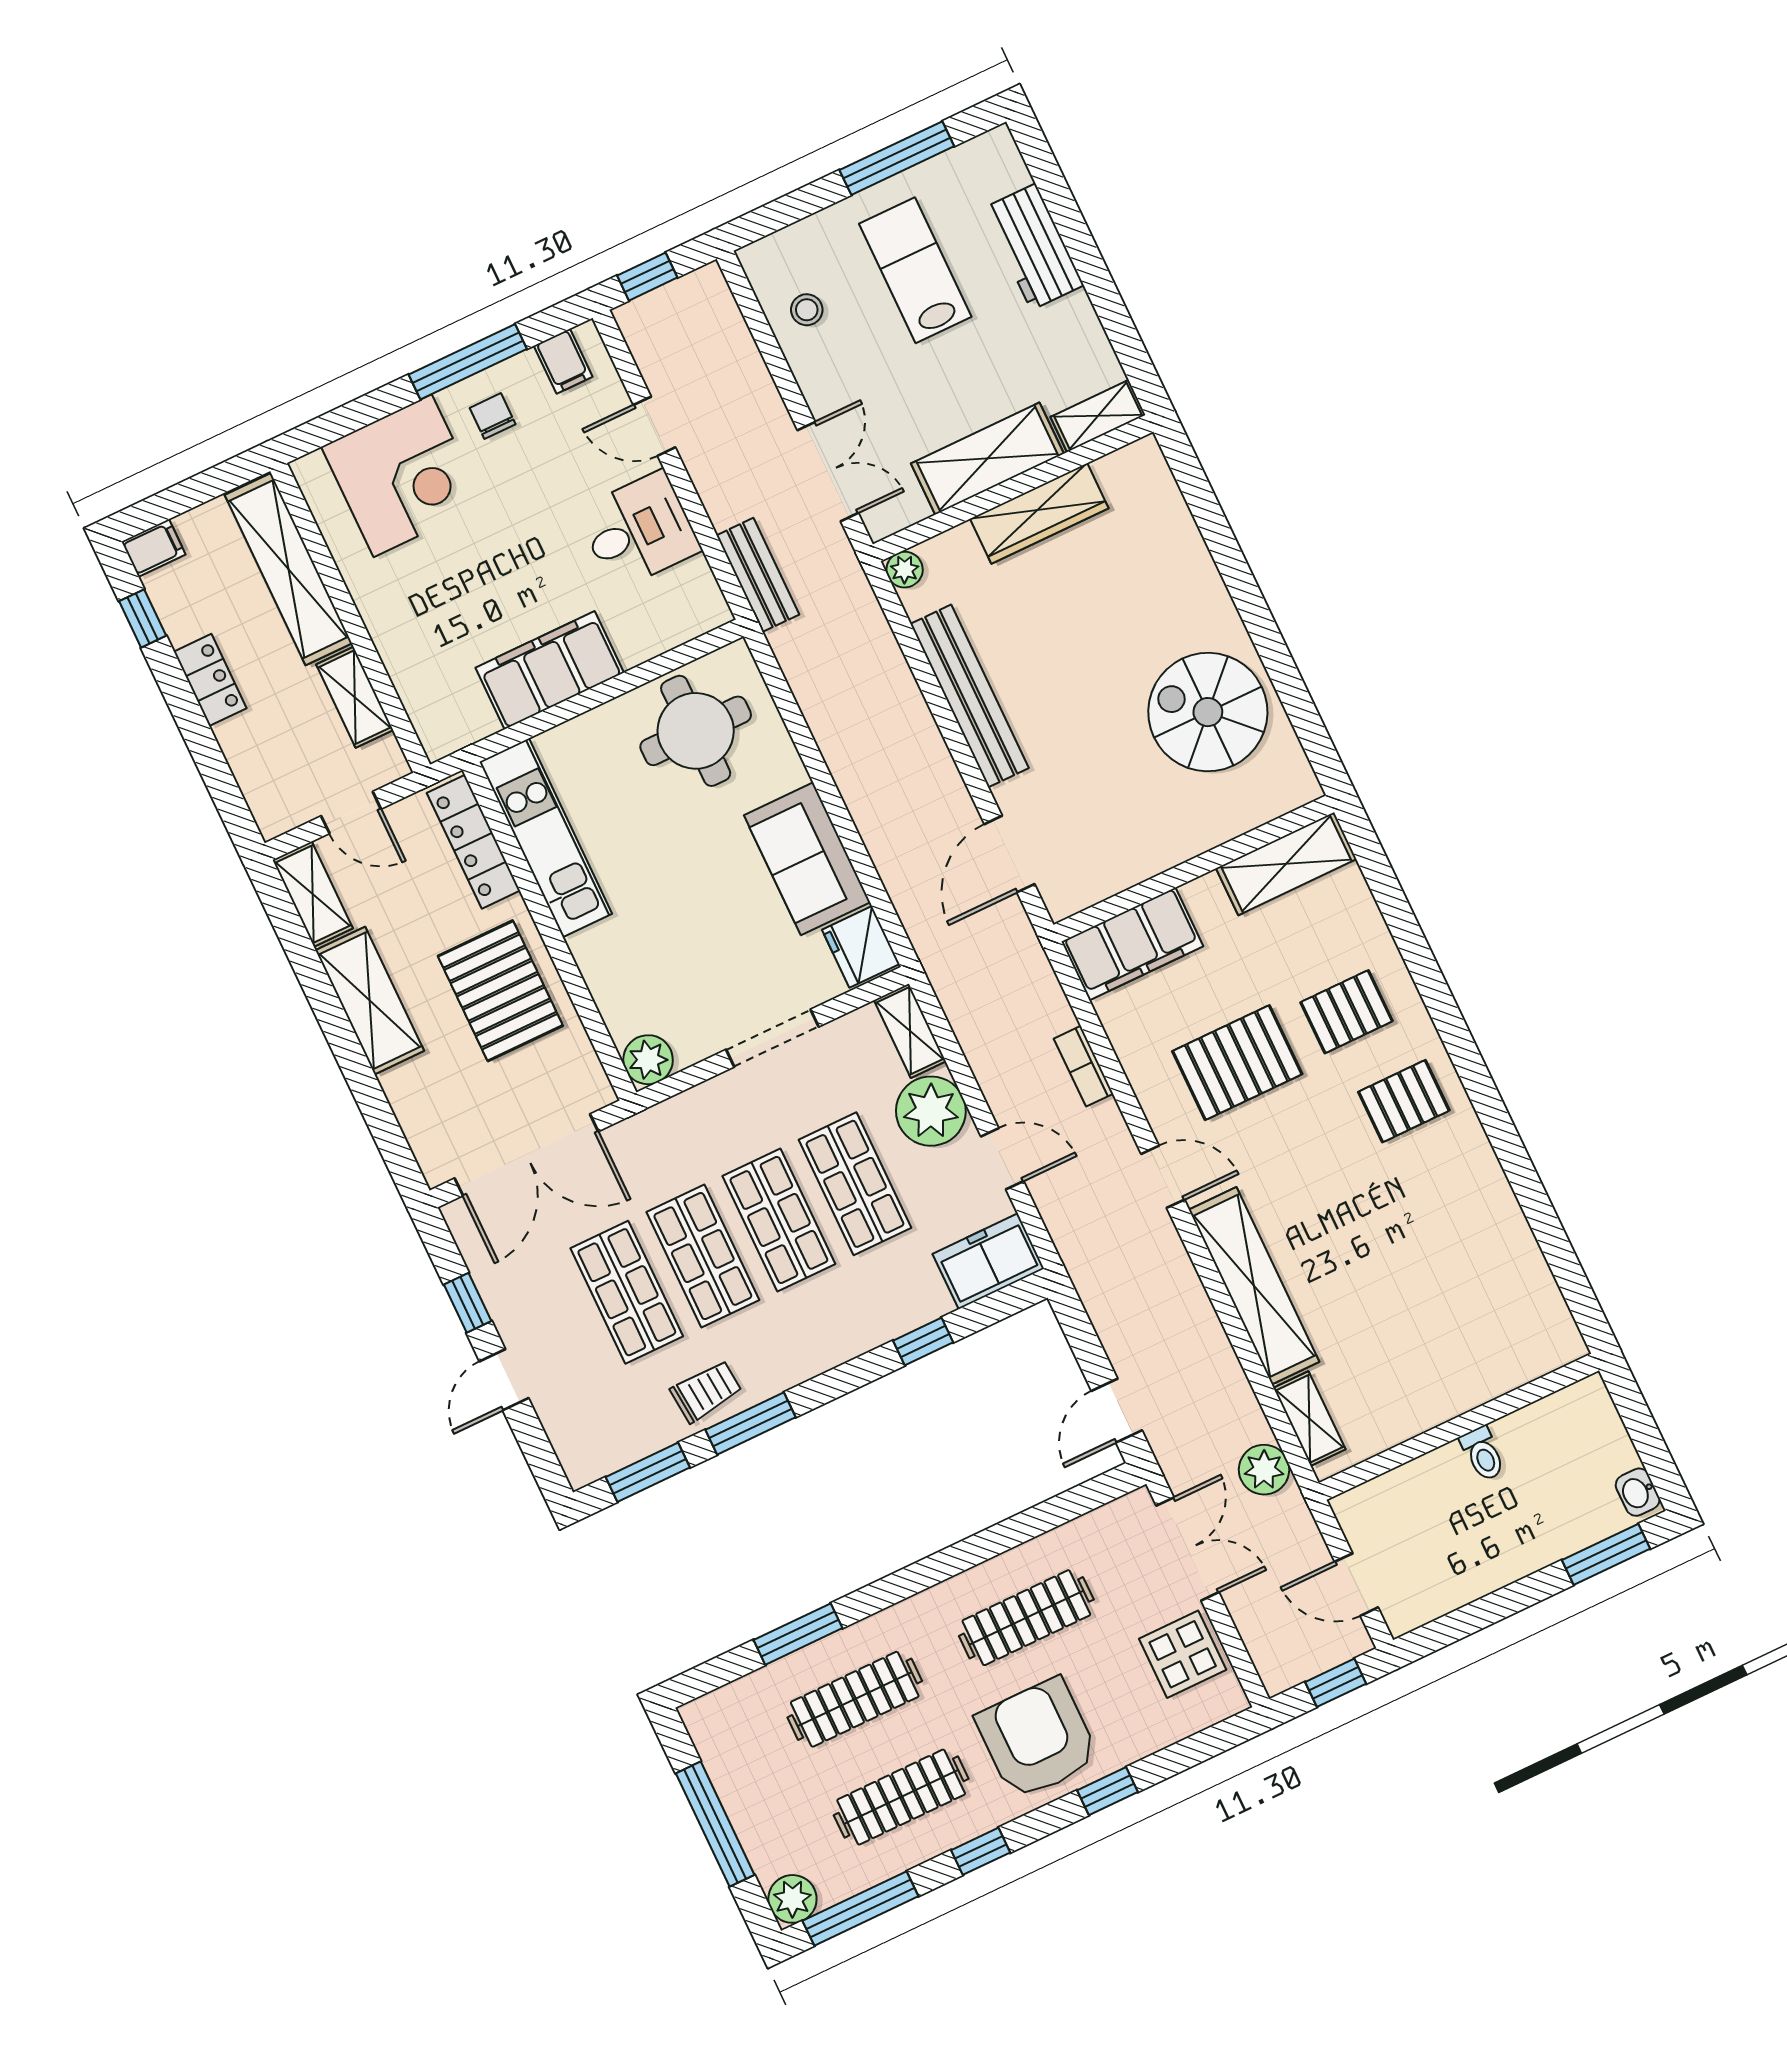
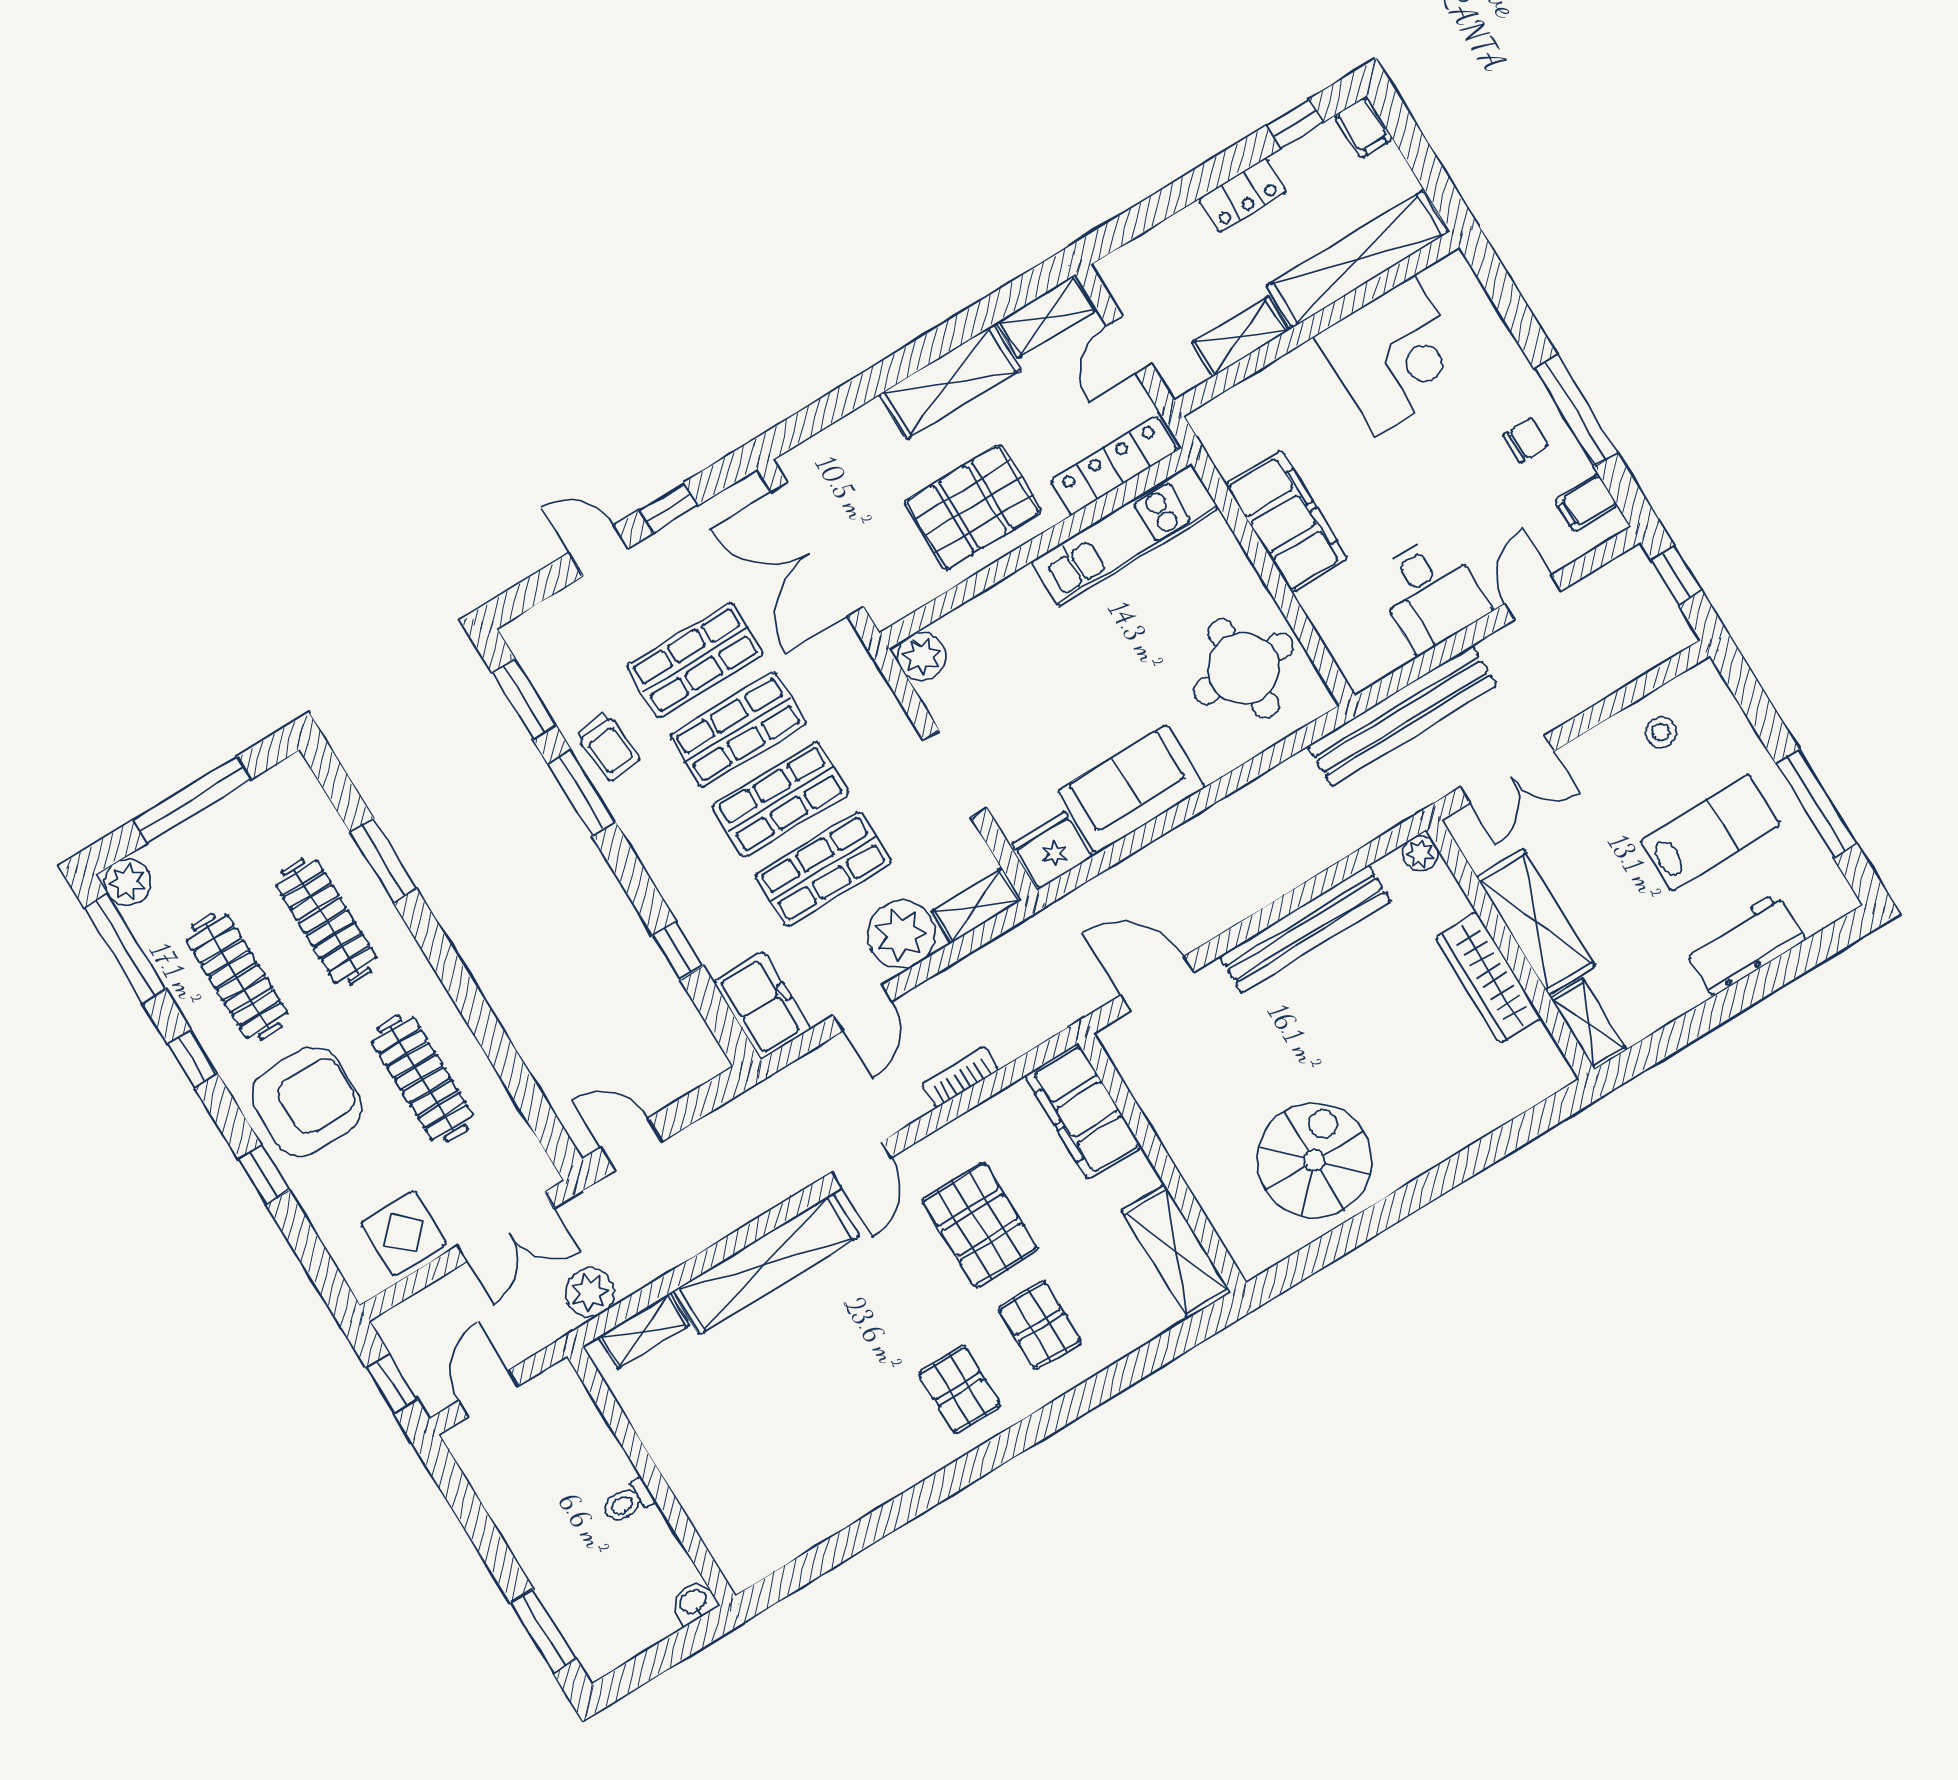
corner desk: (403, 476) -> (1395, 356), moved, turned -90
bench: (758, 575) -> (1402, 716), width x1.86, depth x1.21
washbasin: (1638, 1492) -> (693, 1602), moved

